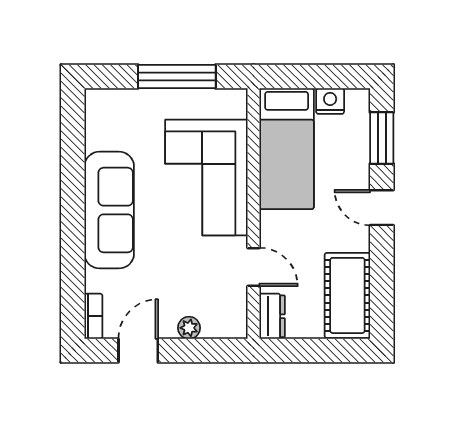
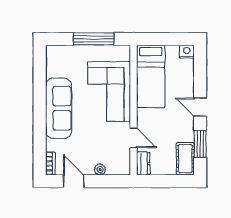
nightstand: (330, 101) -> (187, 52), moved
window: (382, 138) -> (200, 144), moved
cot: (347, 295) -> (185, 159), width x0.73, depth x0.75
door: (138, 351) -> (74, 181), hinge flipped

